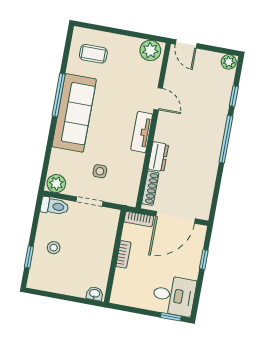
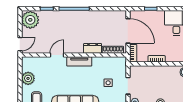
plant: (150, 50) -> (28, 78), moved
plant: (229, 62) -> (30, 20), width x1.87, depth x1.87

